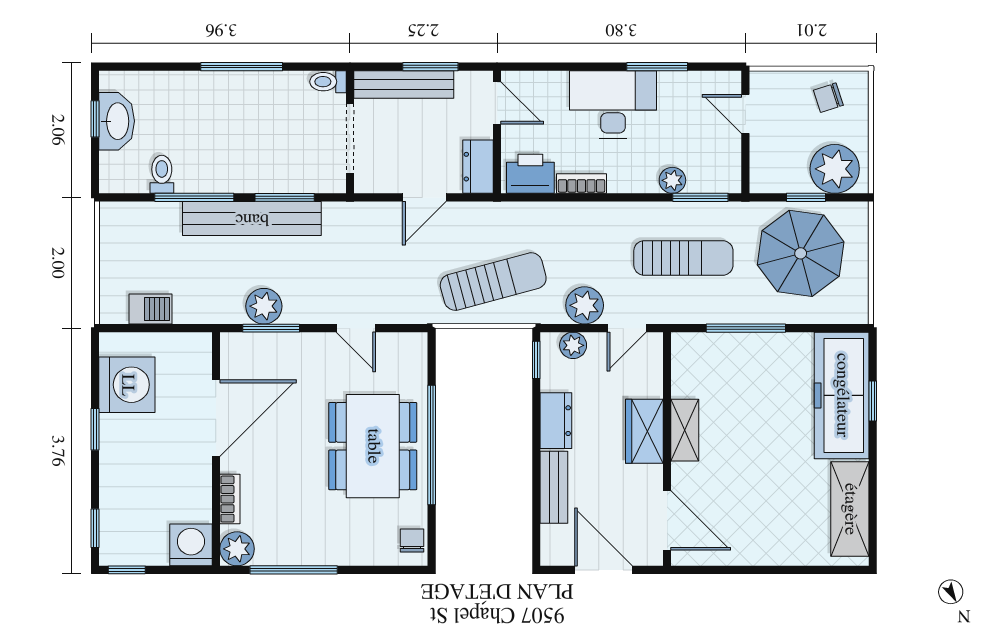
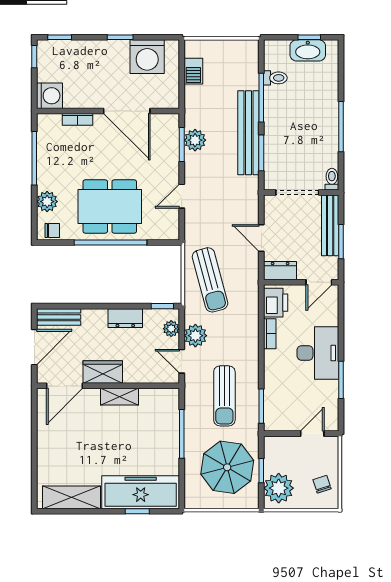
plant: (672, 180) -> (272, 389), removed
wardrobe: (644, 431) -> (103, 372), moved
bench: (554, 487) -> (59, 317), moved
plant: (237, 549) -> (47, 202), moved

